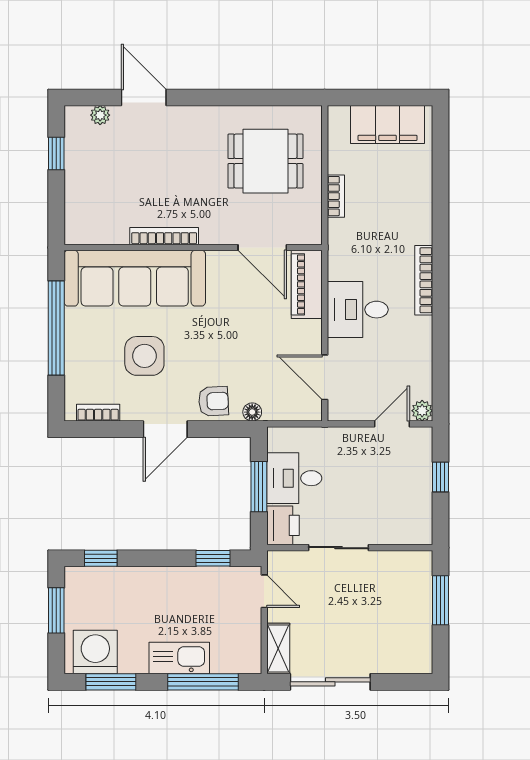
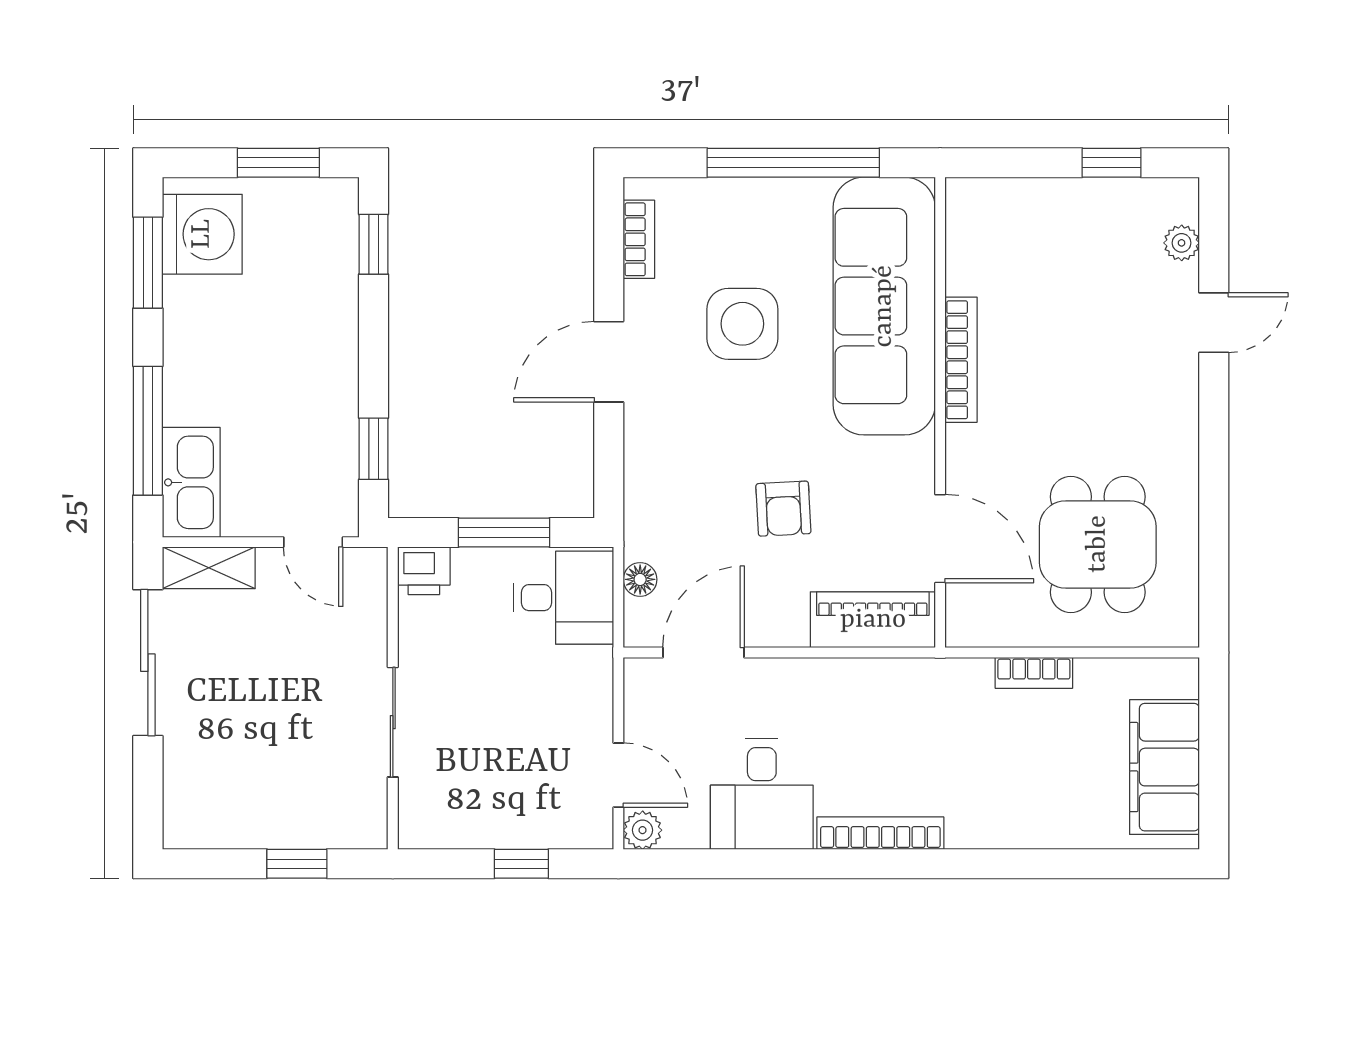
door: (144, 97) -> (1214, 323), width x0.73
door: (262, 247) -> (940, 539), swing flipped
desk: (358, 310) -> (762, 794), moved, turned 180
armchair: (214, 401) -> (783, 509), moved
floor lamp: (252, 412) -> (640, 579), moved
door: (165, 429) -> (609, 362), hinge flipped
desk: (294, 478) -> (564, 598), moved, turned 90
printer: (283, 525) -> (424, 571), width x0.73, depth x0.81
sliding door: (339, 548) -> (393, 722), moved
door: (264, 591) -> (313, 542), hinge flipped
window: (441, 600) -> (297, 864), width x0.67
kitchen sink: (179, 658) -> (191, 482), moved

